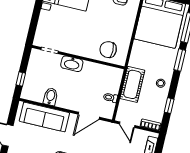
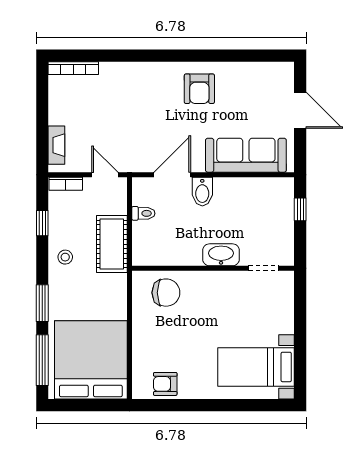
bidet: (51, 97) -> (202, 192), moved

